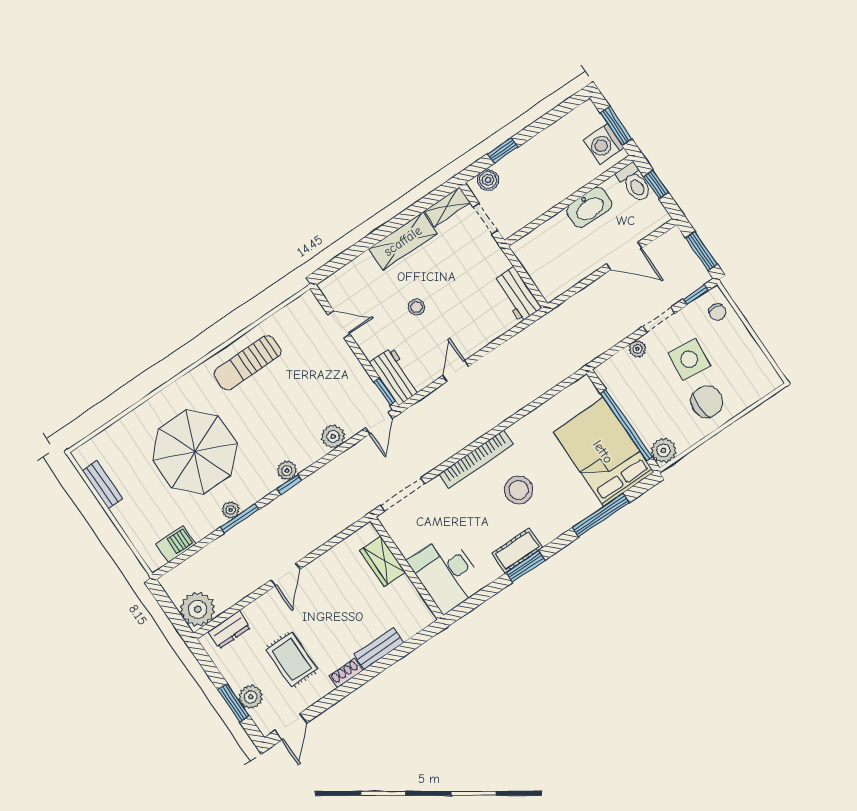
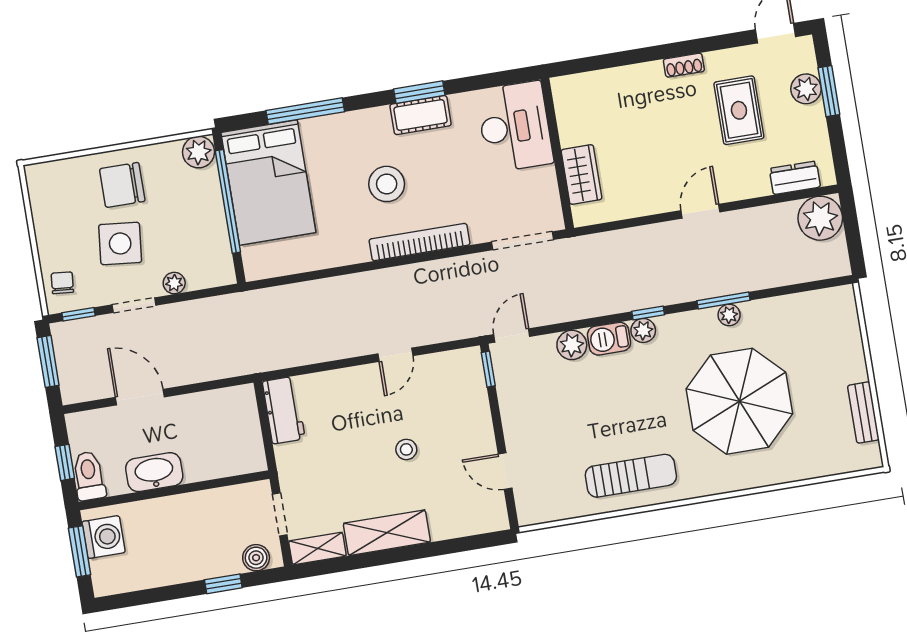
workbench: (395, 376) -> (468, 381), removed
barbecue: (176, 544) -> (609, 339), moved
bench: (379, 649) -> (633, 76), removed

